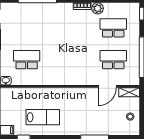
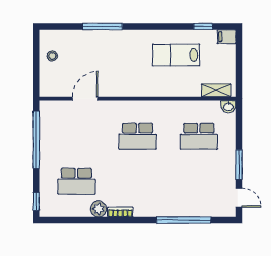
school desk: (113, 60) -> (138, 136), moved
shelving: (129, 92) -> (216, 90), moved

